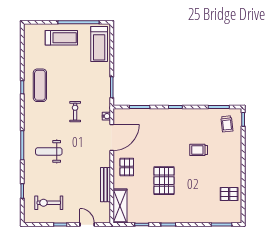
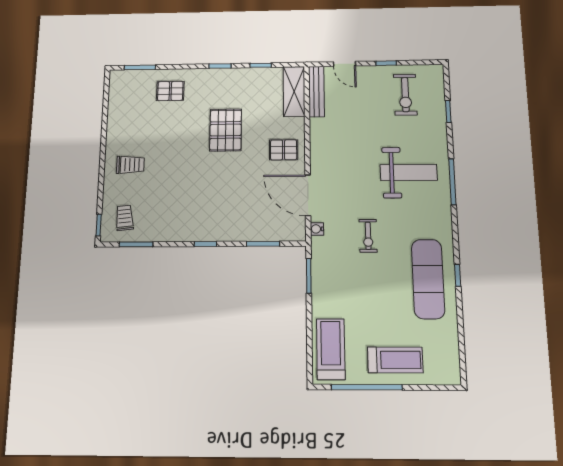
treadmill: (61, 38) -> (395, 360), turned 180
exercise mat: (40, 85) -> (428, 279), width x1.36, depth x1.45
door: (112, 137) -> (308, 195), hinge flipped
trolley: (199, 150) -> (130, 165), moved
weight bench: (49, 151) -> (409, 172), width x1.36, depth x1.33
pallet: (127, 167) -> (284, 150), turned 90
bench: (105, 185) -> (316, 91), moved
pallet: (229, 194) -> (170, 91), moved
exercise bike: (49, 203) -> (405, 95), turned 90

